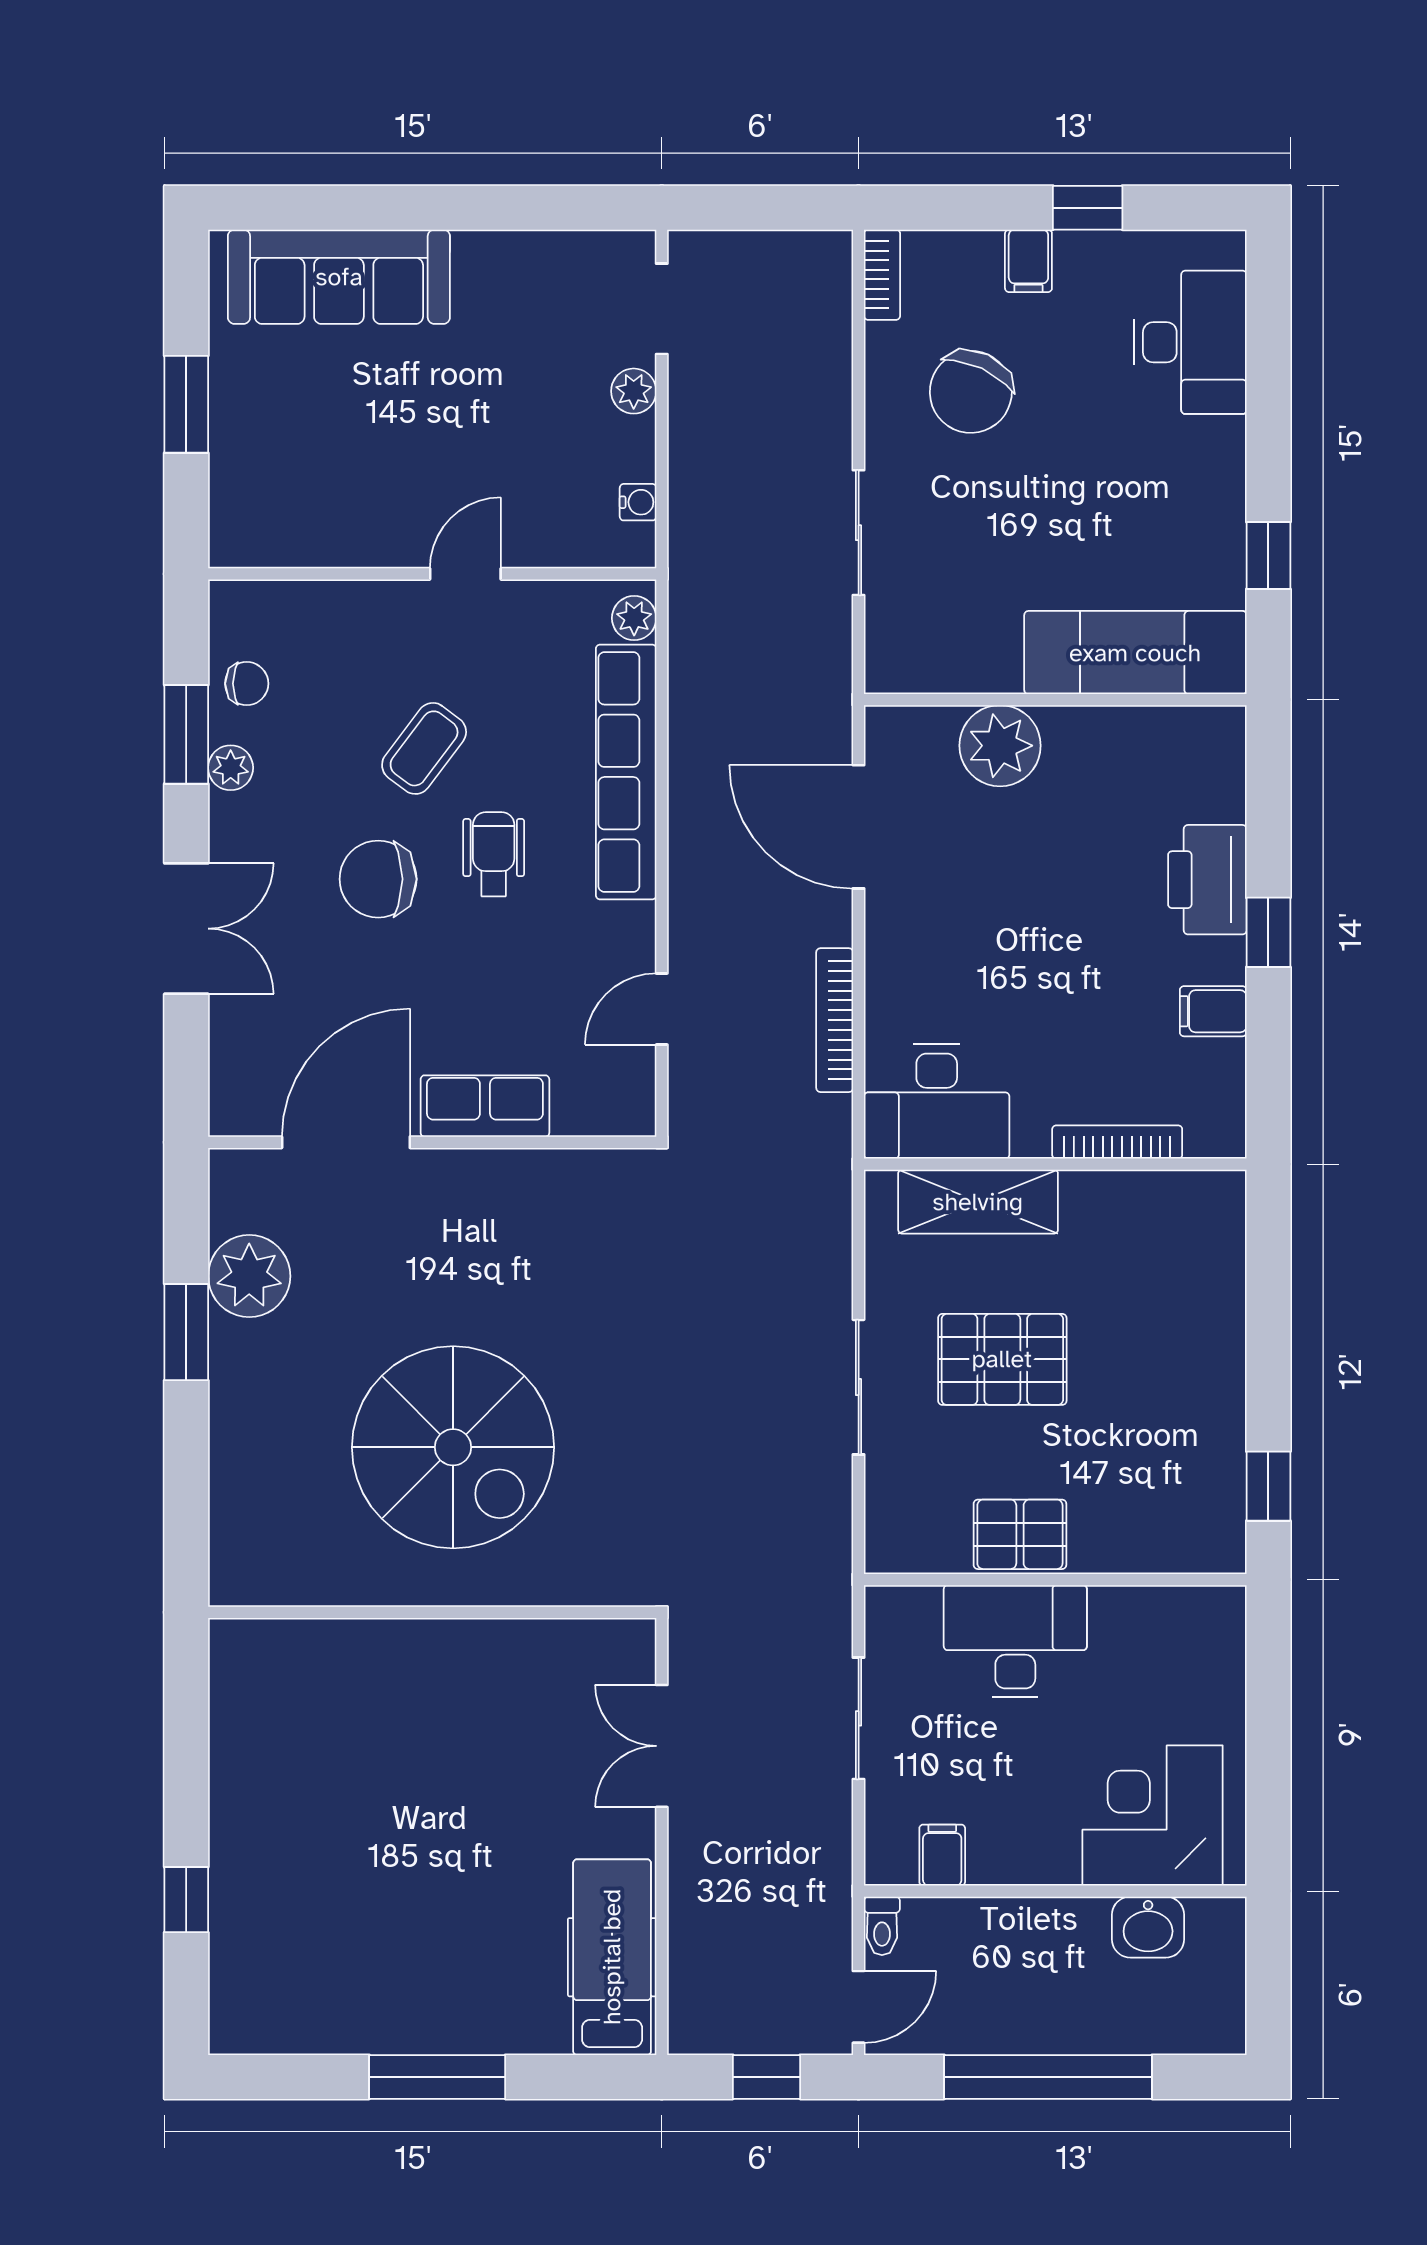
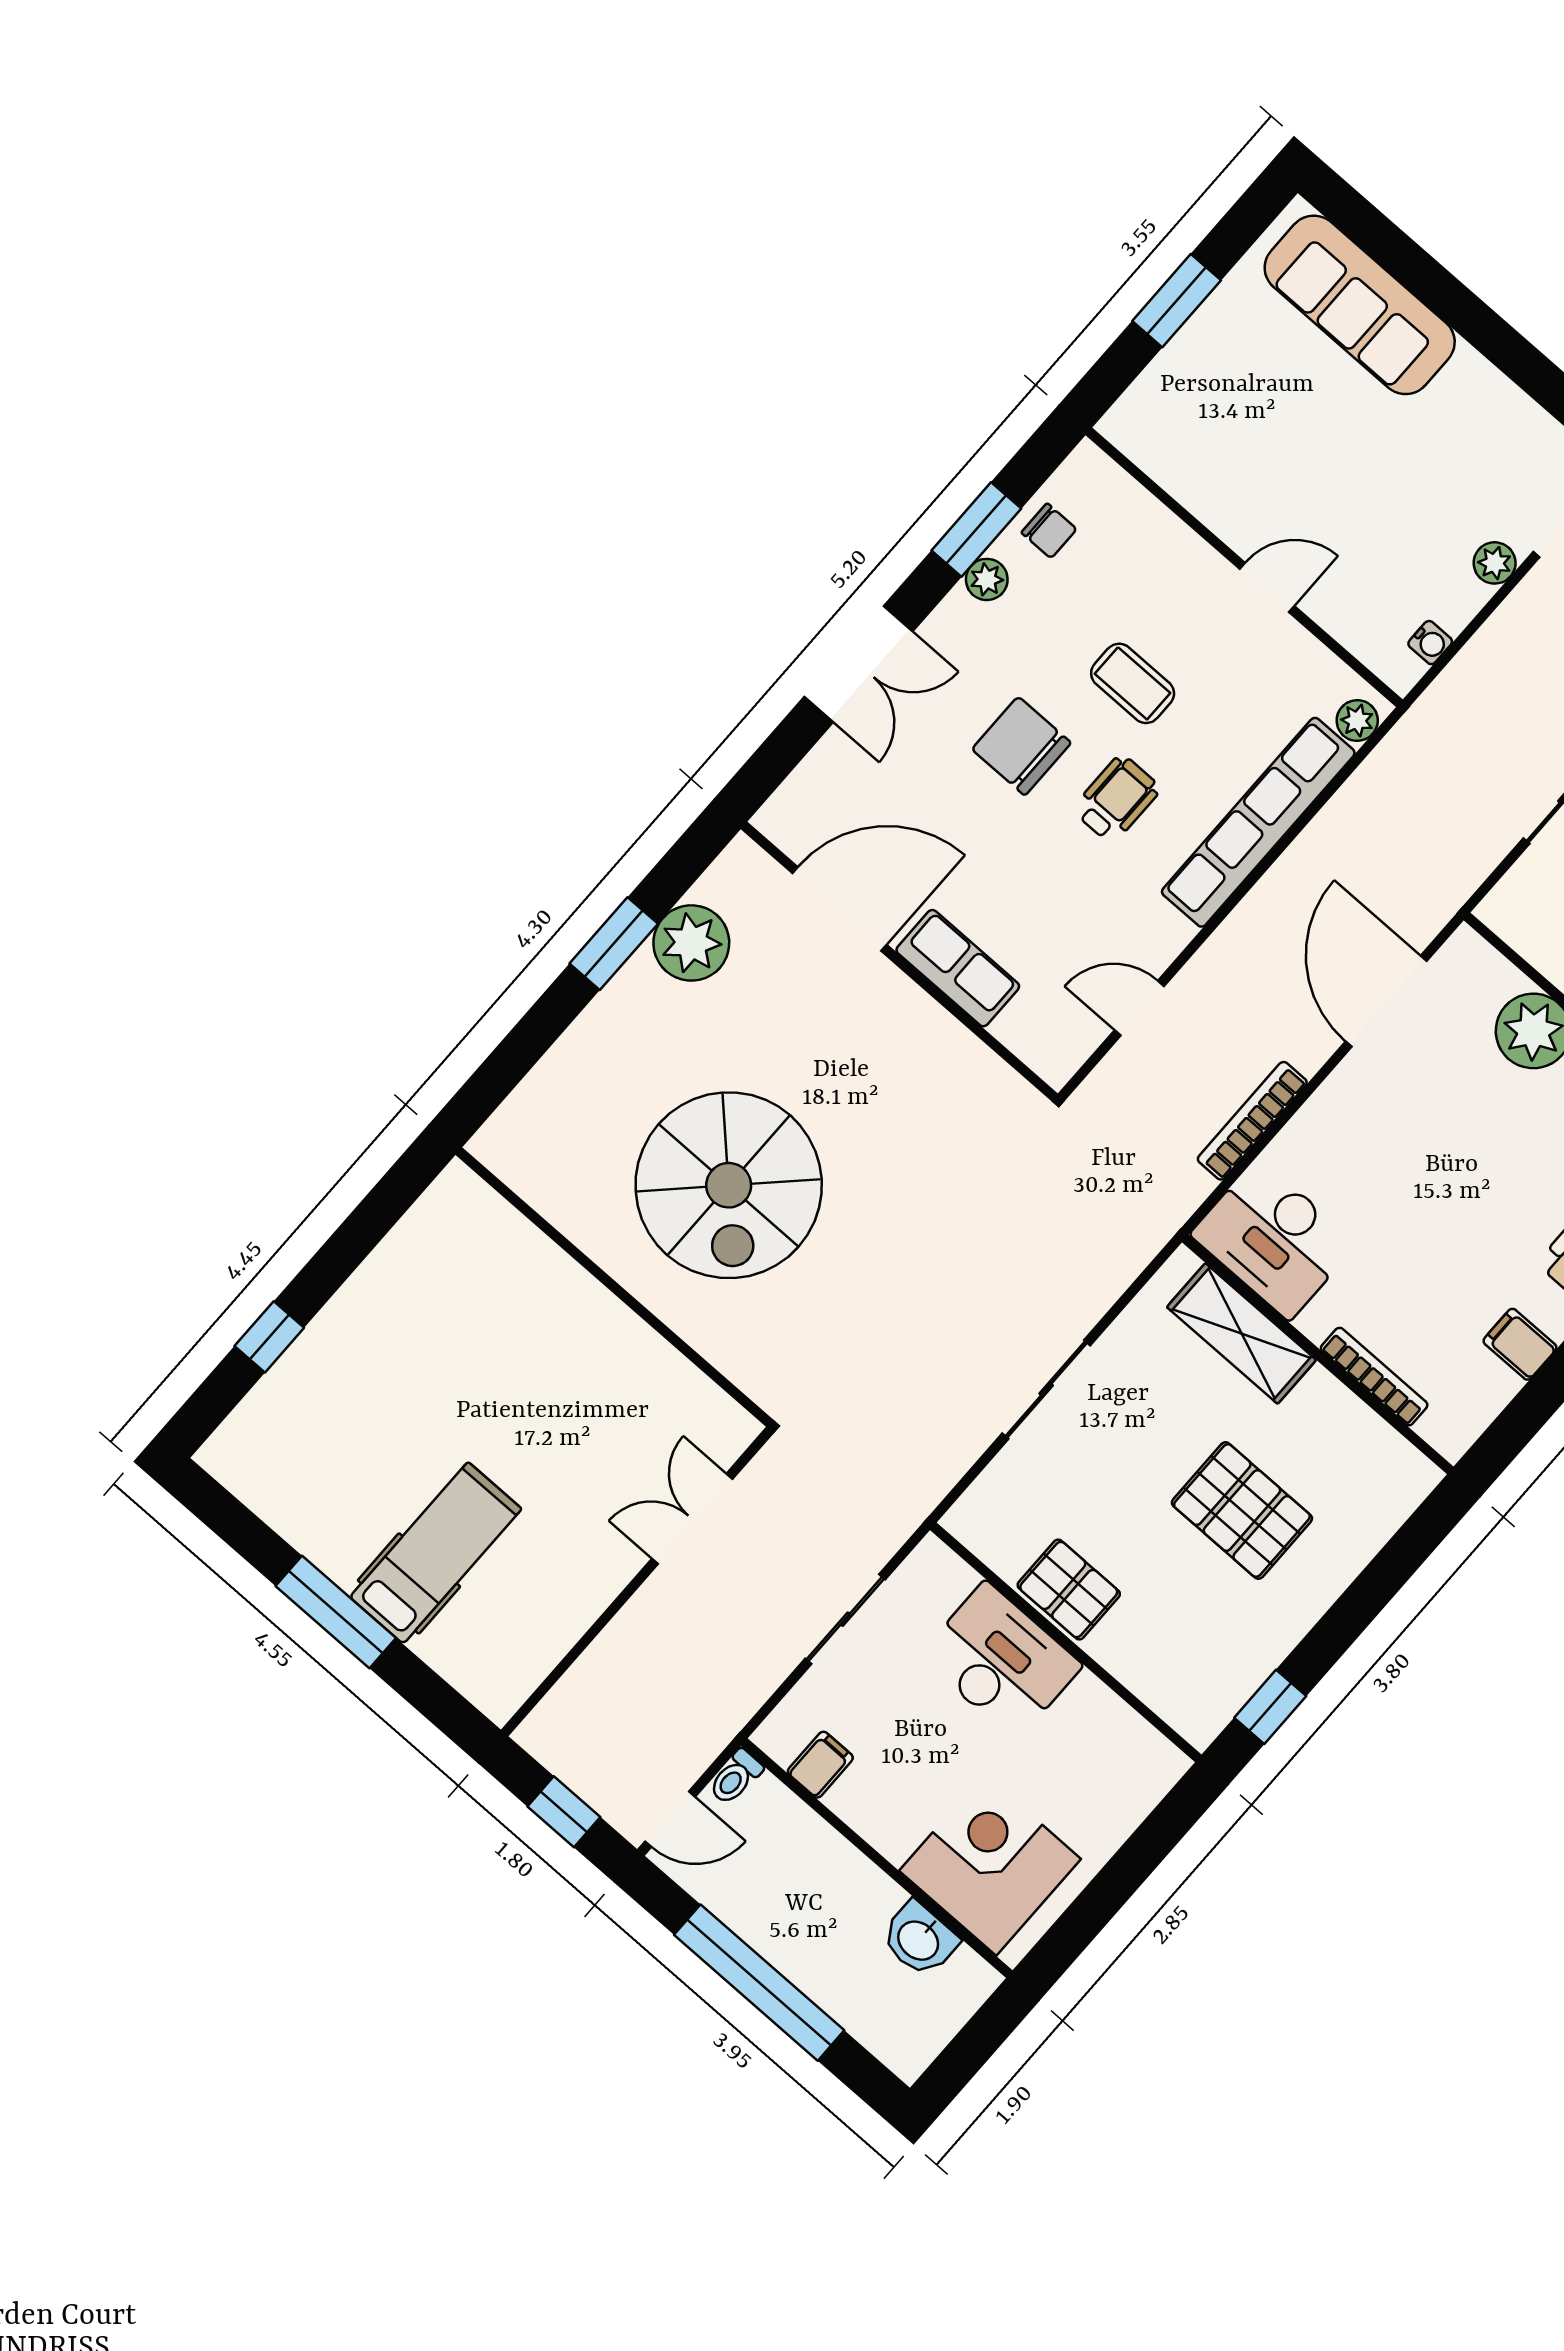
coffee table: (424, 748) -> (1133, 683), turned 53
pallet: (1002, 1359) -> (1242, 1511), moved
hospital bed: (612, 1957) -> (436, 1553), moved

